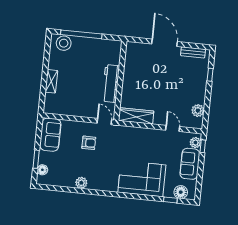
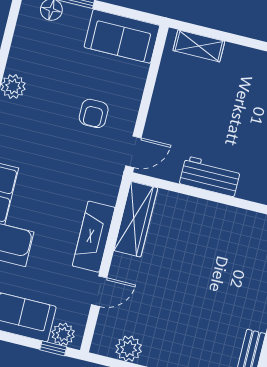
shelving: (51, 81) -> (199, 46), moved
workbench: (111, 83) -> (210, 176), width x0.73
fireplace: (147, 135) -> (94, 237), added

